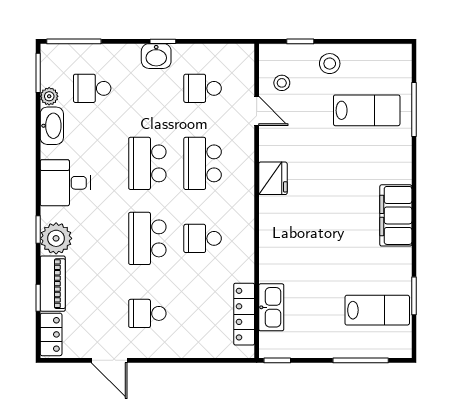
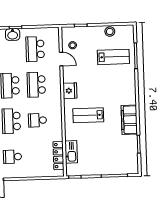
stool: (330, 64) -> (110, 31), moved
school desk: (203, 88) -> (35, 49), width x1.85
filing cabinet: (396, 215) -> (129, 120), moved
lab bench: (377, 310) -> (88, 115), moved, turned 180

